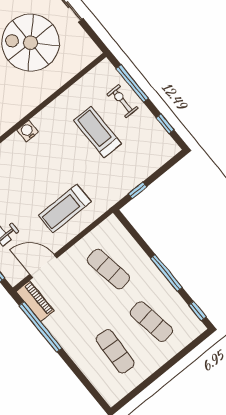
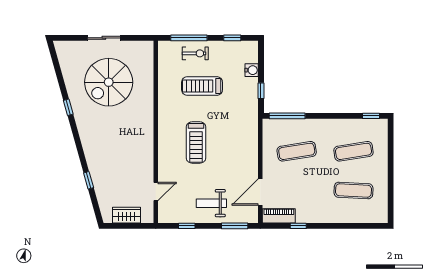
exercise bike: (123, 101) -> (195, 53), turned 180
water cooler: (28, 131) -> (252, 70), moved, turned 180
treadmill: (65, 208) -> (196, 142), moved
window: (166, 273) -> (287, 116), moved
window: (41, 327) -> (298, 226), width x0.32

